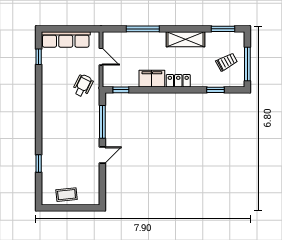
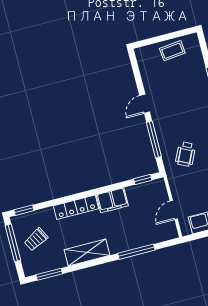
door: (101, 57) -> (174, 210), hinge flipped
locker: (178, 81) -> (76, 207), width x1.53
wheelchair: (83, 86) -> (186, 154), moved
window: (216, 90) -> (24, 210), moved

